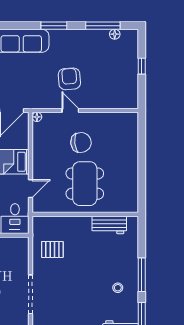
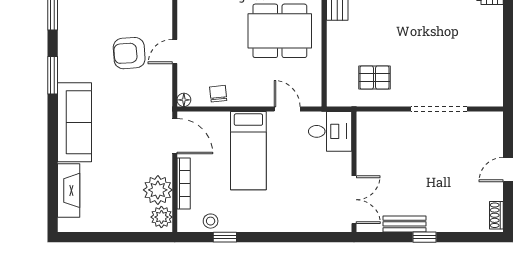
chair: (81, 142) -> (218, 94), moved, width x0.54, depth x0.54
pallet: (52, 249) -> (374, 78), turned 90

